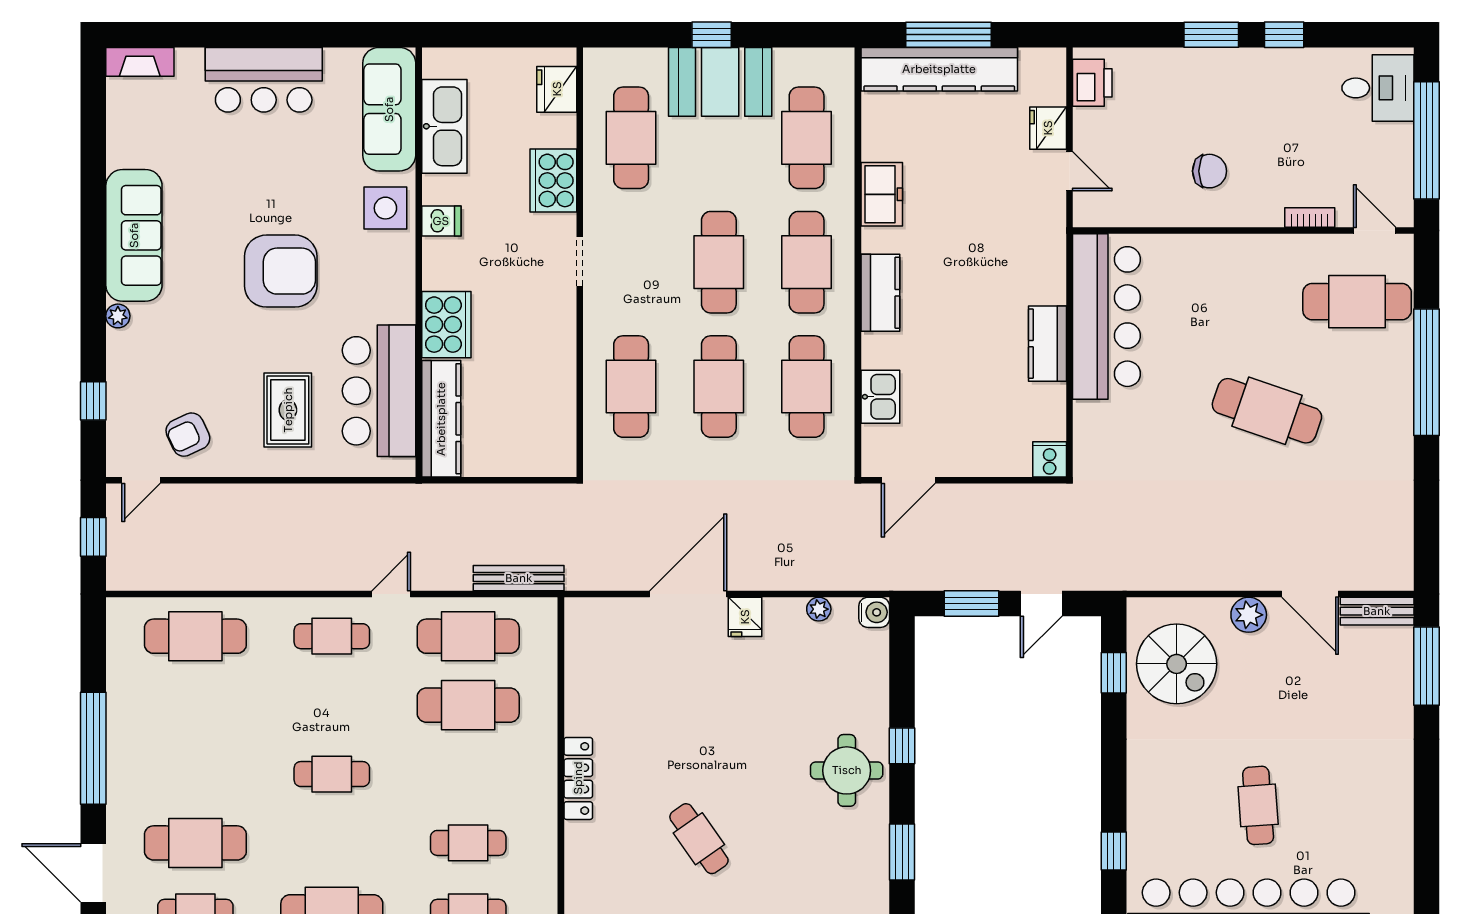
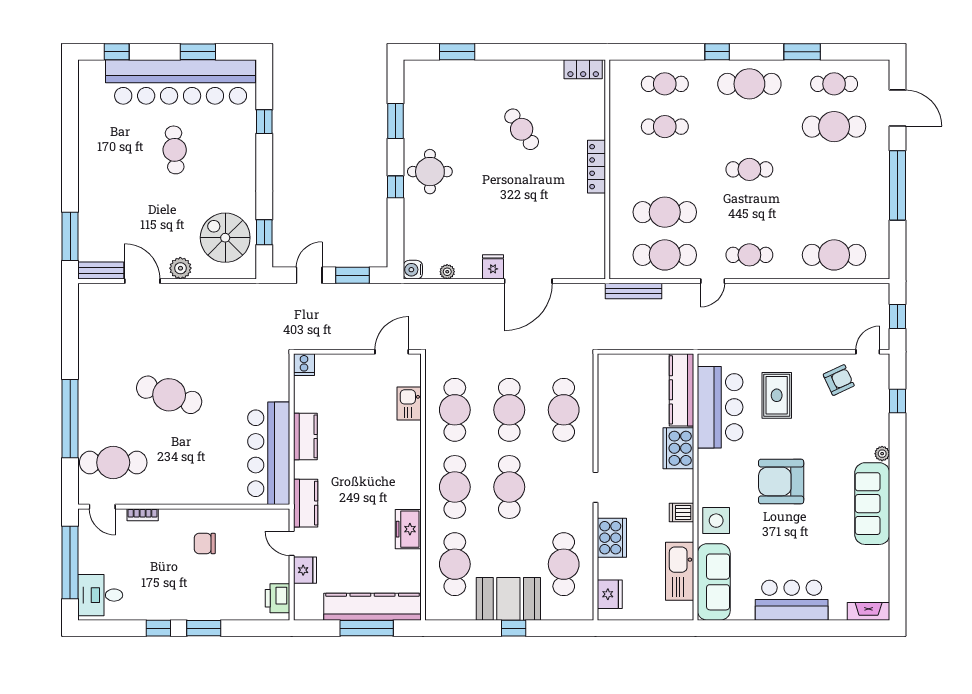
kitchen counter: (880, 293) -> (306, 503), moved, turned 180

